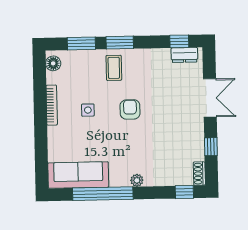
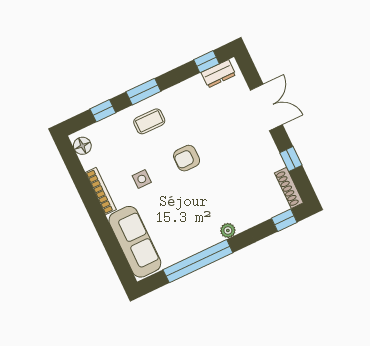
window: (81, 43) -> (103, 111), width x0.67
coffee table: (114, 68) -> (149, 121), turned 90
armchair: (130, 109) -> (187, 158), turned -90
shoe rack: (199, 174) -> (289, 188), width x1.43
sofa: (78, 175) -> (135, 242), moved, turned 90

